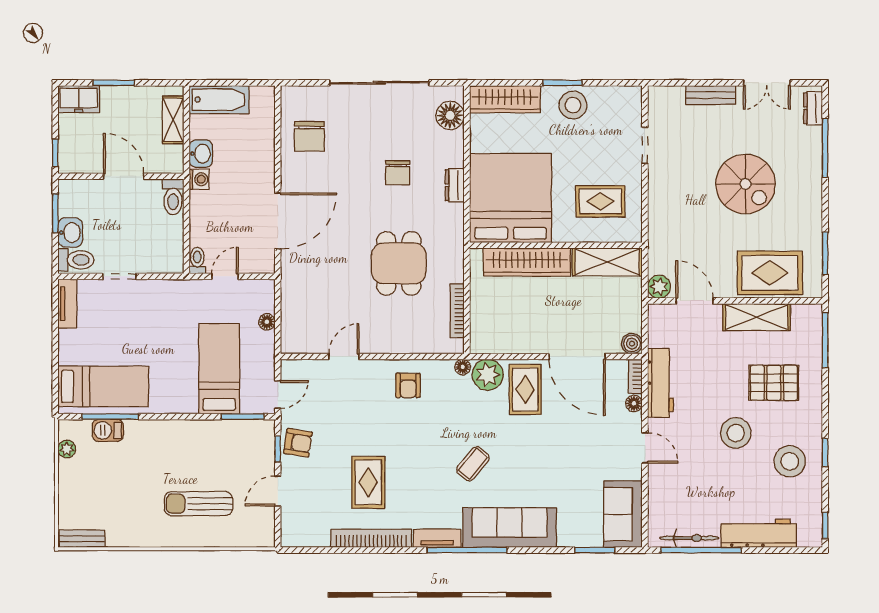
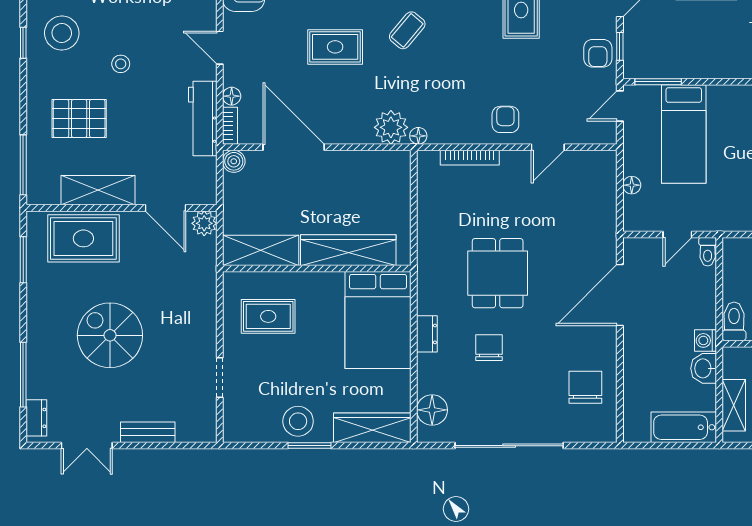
double door: (767, 83) -> (87, 446), swing flipped
bed: (511, 198) -> (378, 320), width x0.73
dining table: (399, 263) -> (498, 273), moved
bookcase: (457, 311) -> (470, 158), moved, turned 90
armchair: (408, 385) -> (505, 119), moved
rug: (525, 389) -> (335, 47), moved, turned 90
stool: (736, 433) -> (121, 64), width x0.53, depth x0.53
armchair: (298, 443) -> (598, 53), turned -99

